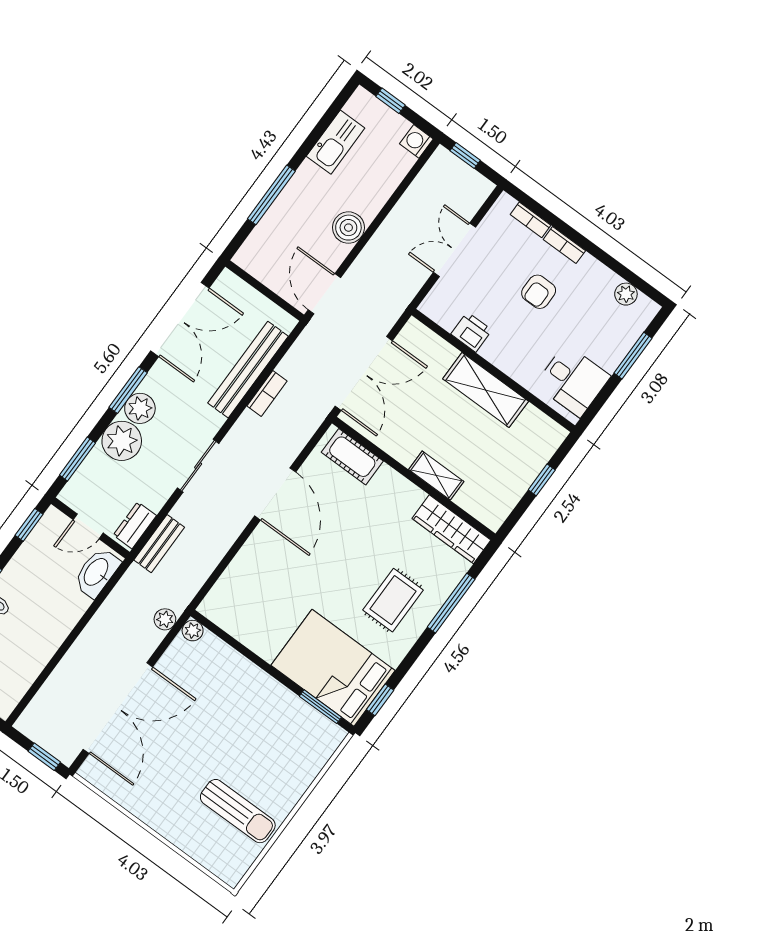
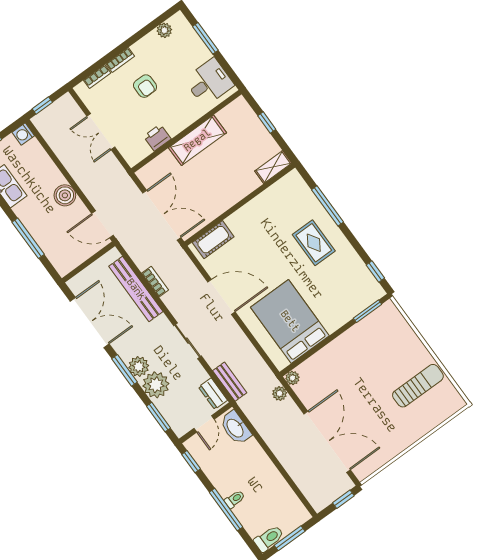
shelving: (436, 476) -> (273, 167), moved
wardrobe: (451, 529) -> (280, 191), removed
bed: (333, 668) -> (290, 321), moved, turned 90

